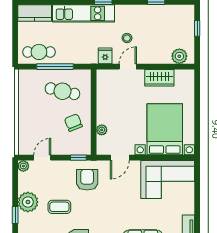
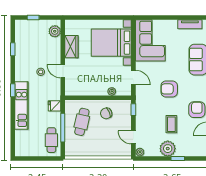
kitchen counter: (35, 13) -> (21, 143), removed
fridge: (105, 56) -> (54, 106), moved
armchair: (87, 180) -> (169, 89), moved

